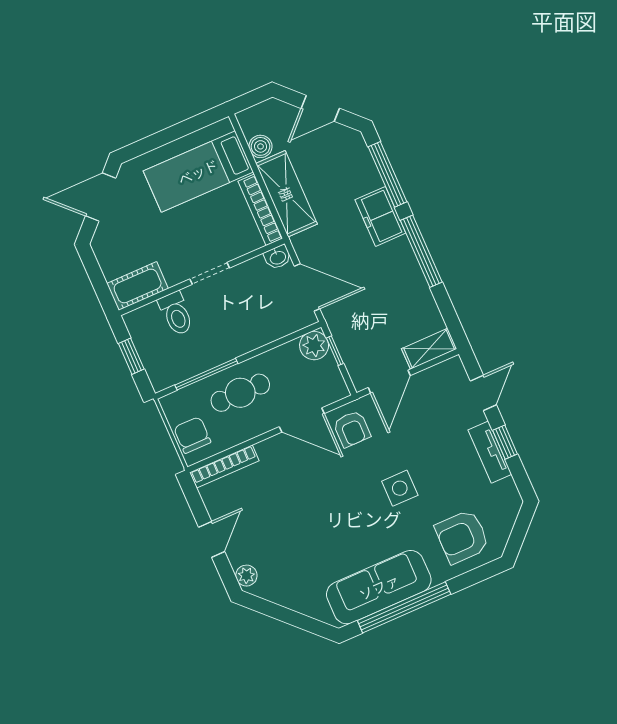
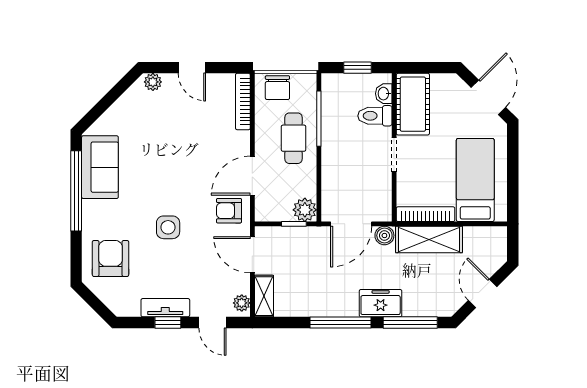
boiler: (261, 146) -> (384, 235), moved
washbasin: (278, 257) -> (384, 94), moved
cot: (138, 286) -> (413, 104), width x1.37, depth x1.34
plant: (448, 370) -> (242, 303), added
chair: (192, 435) -> (277, 88), turned 90
sofa: (379, 587) -> (100, 167), width x0.73

